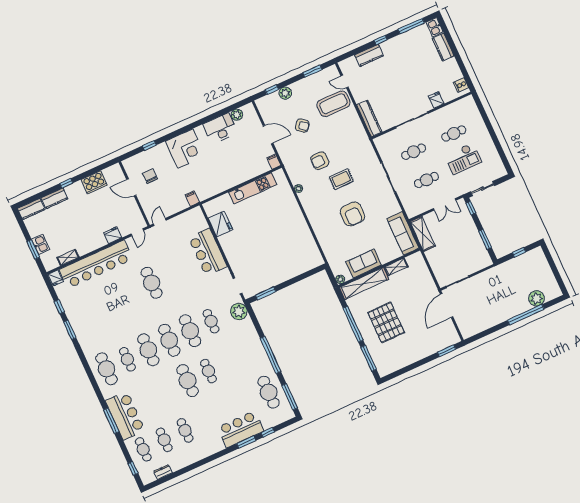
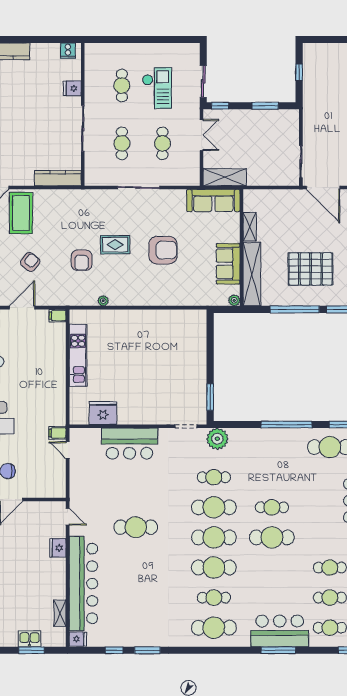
rug: (341, 179) -> (115, 245), turned 90
door: (160, 222) -> (68, 450), moved

